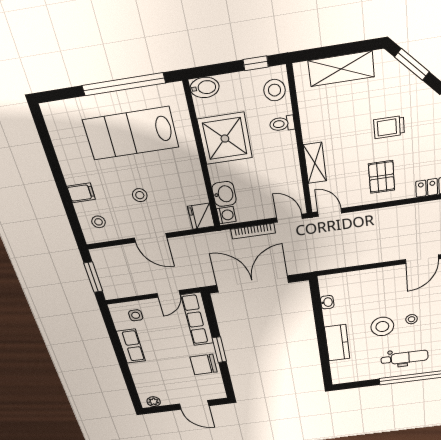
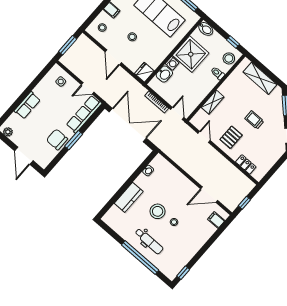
door: (330, 212) -> (204, 137), moved
washing machine: (226, 215) -> (172, 63), moved
row of seats: (131, 346) -> (27, 105), moved

